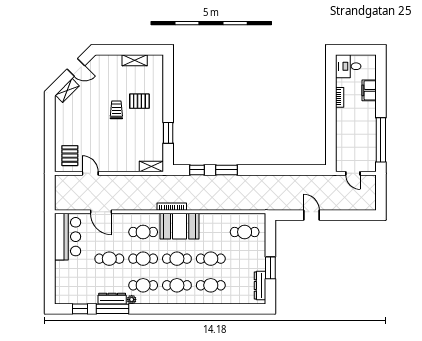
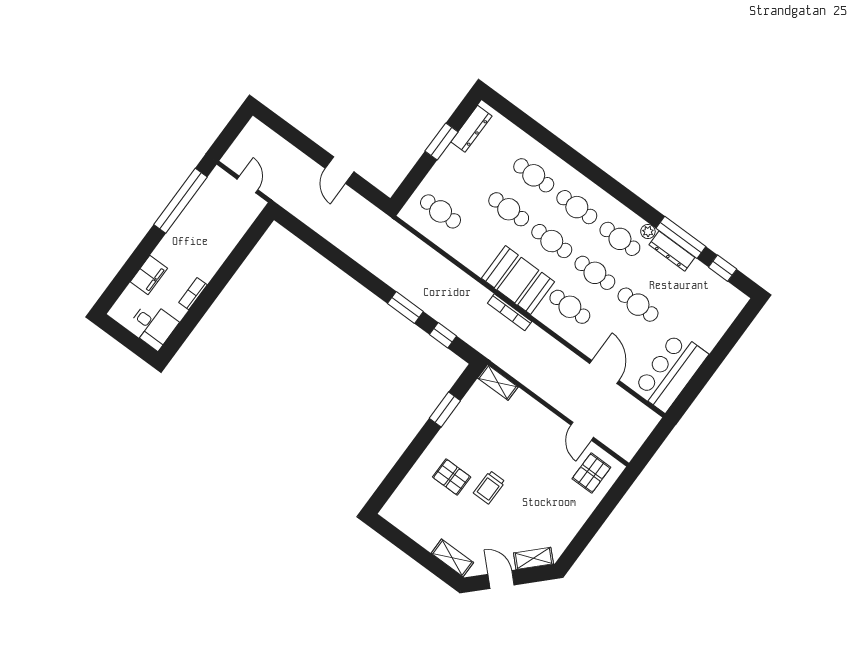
shelving: (135, 60) -> (452, 558), moved

